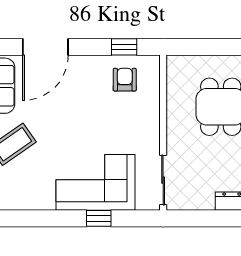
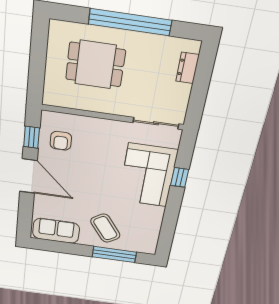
door: (45, 47) -> (28, 176), moved
armchair: (125, 80) -> (61, 141), turned -90

